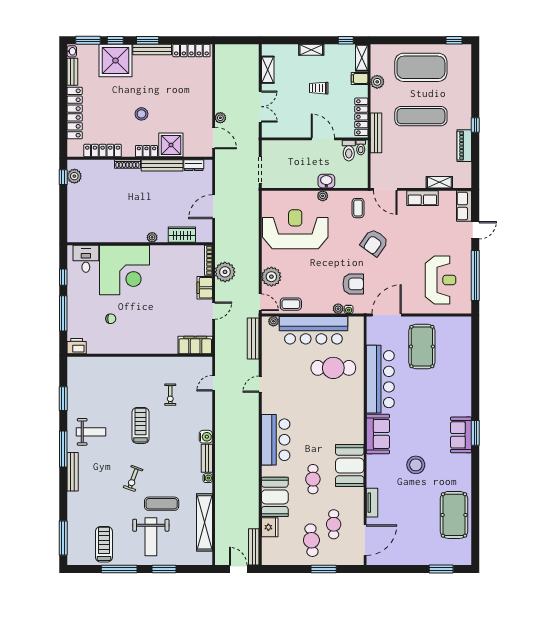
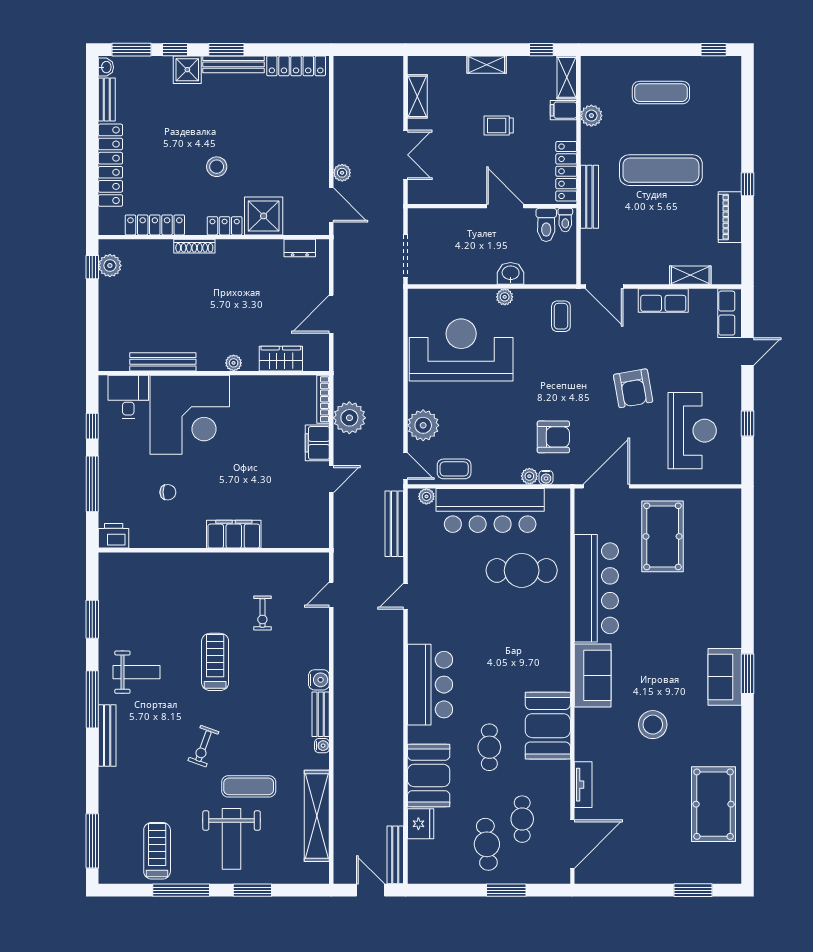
shower: (115, 61) -> (187, 70), width x0.54, depth x0.54
exercise mat: (421, 67) -> (661, 93), width x0.50, depth x0.69
bench: (162, 165) -> (163, 362), moved
armchair: (374, 243) -> (633, 388), moved, turned -45
window: (475, 276) -> (747, 424), width x0.32
filing cabinet: (195, 345) -> (234, 534), moved

